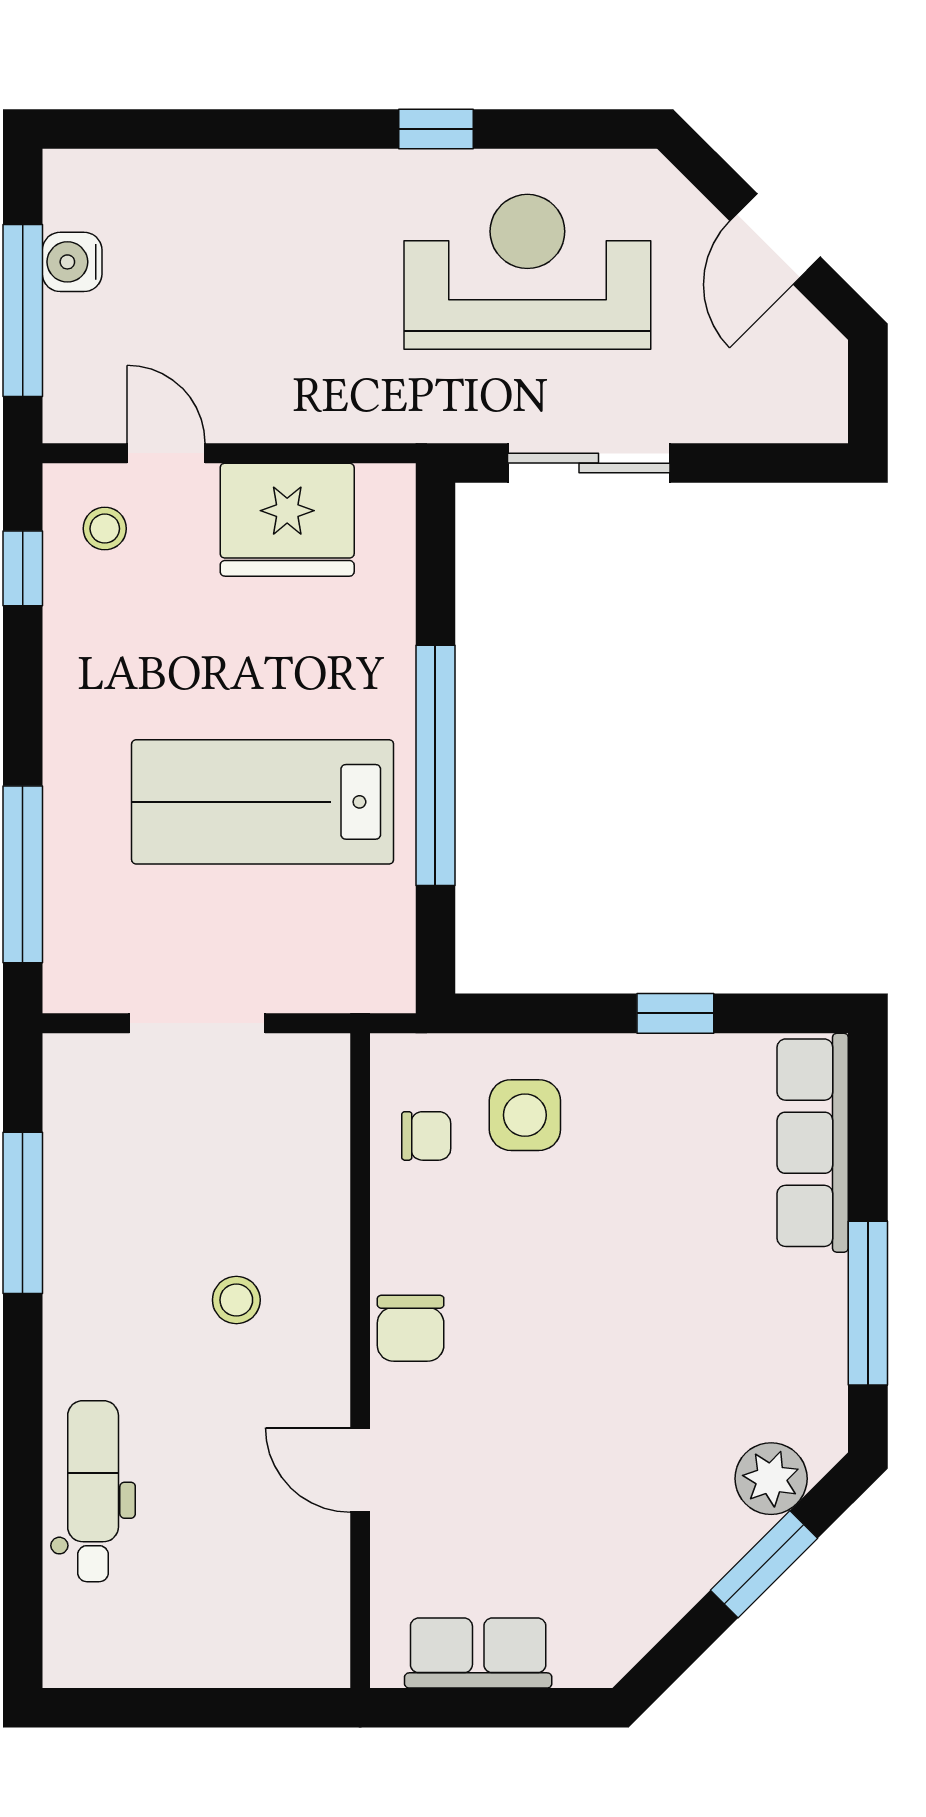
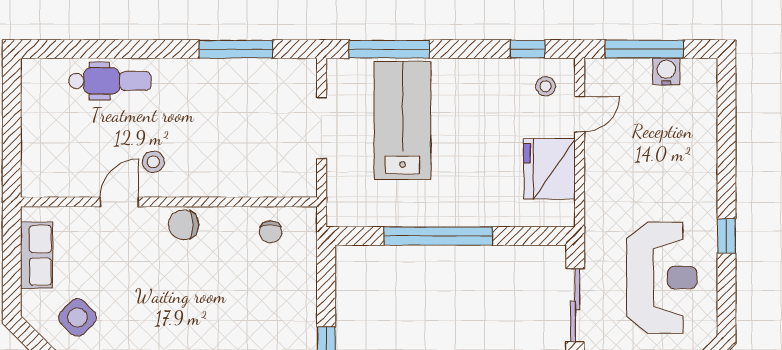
lab bench: (263, 802) -> (403, 121), moved
side table: (525, 1115) -> (77, 317), moved, turned 45
stool: (236, 1300) -> (153, 162), moved

